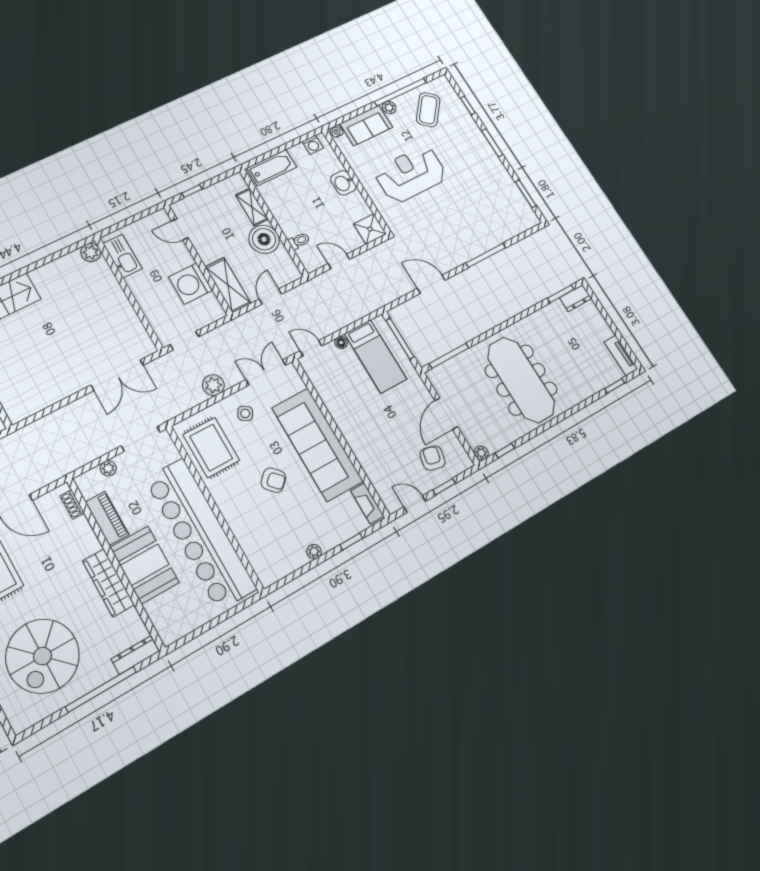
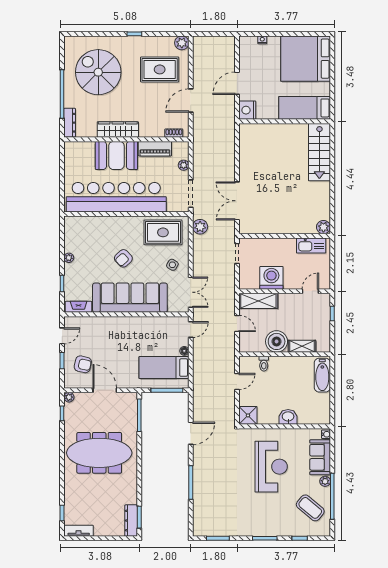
washing machine: (313, 145) -> (324, 412), removed
dresser: (576, 298) -> (131, 521), width x1.44
plant: (213, 385) -> (200, 227), moved

